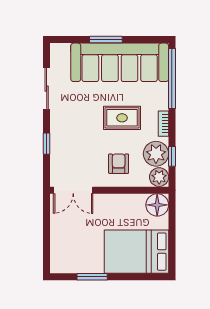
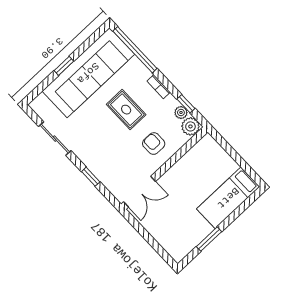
window: (106, 40) -> (64, 66), width x0.67
rug: (122, 118) -> (126, 110), turned 90
plant: (156, 154) -> (181, 113), width x0.53, depth x0.53
floor lamp: (157, 205) -> (207, 147), removed
bed: (136, 252) -> (228, 198), width x0.67

